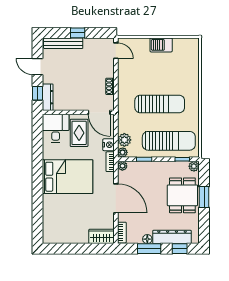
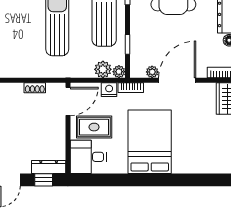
plant: (122, 166) -> (152, 72), moved

